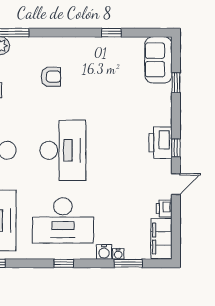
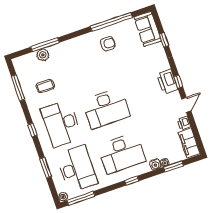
window: (111, 33) -> (111, 22), width x3.17
armchair: (51, 77) -> (108, 44), moved
desk: (63, 150) -> (106, 108), turned 90

